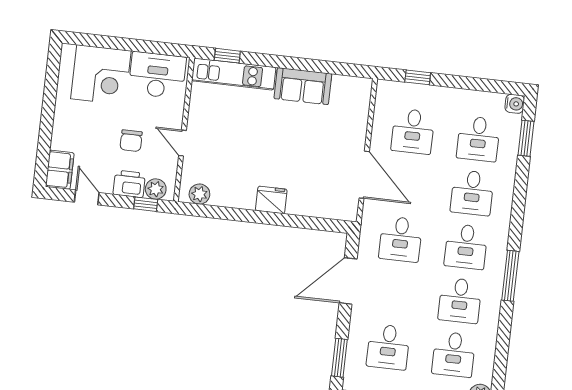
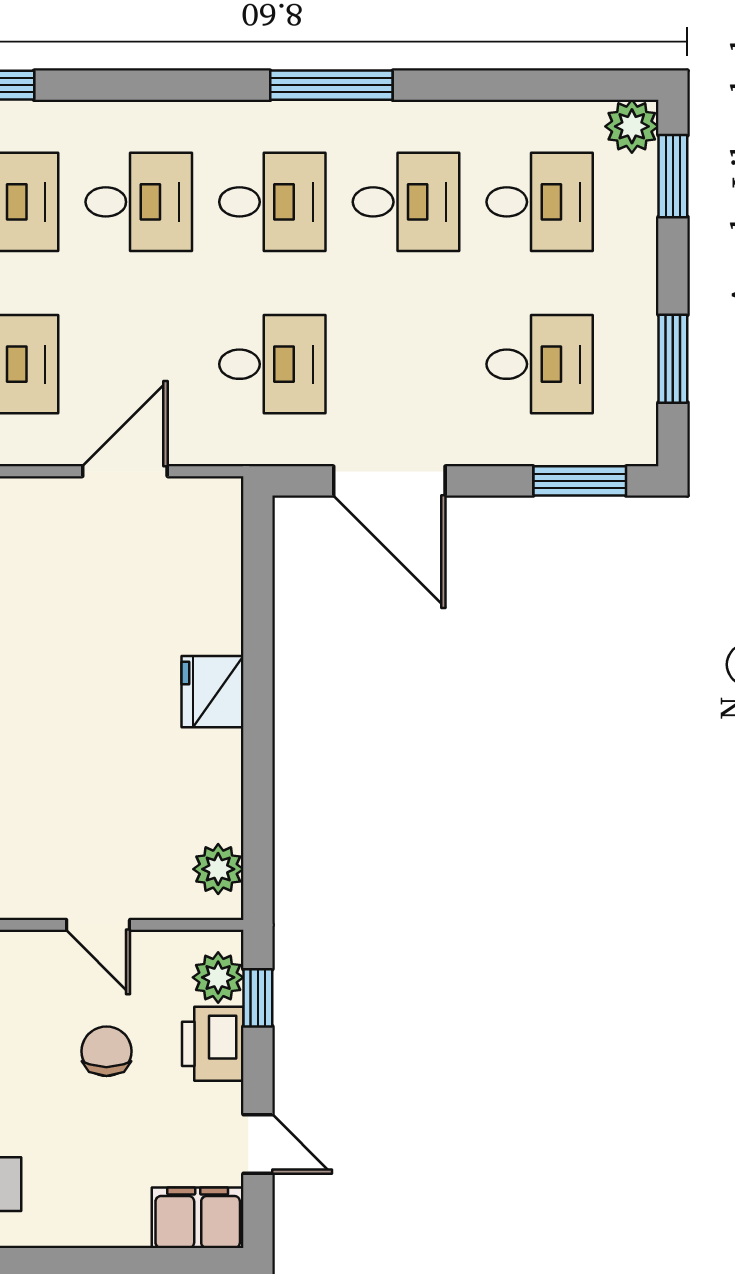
chair: (131, 141) -> (106, 1051), turned -90
door: (182, 143) -> (98, 925), hinge flipped
door: (364, 175) -> (125, 471), width x0.73
door: (87, 197) -> (258, 1144), swing flipped

